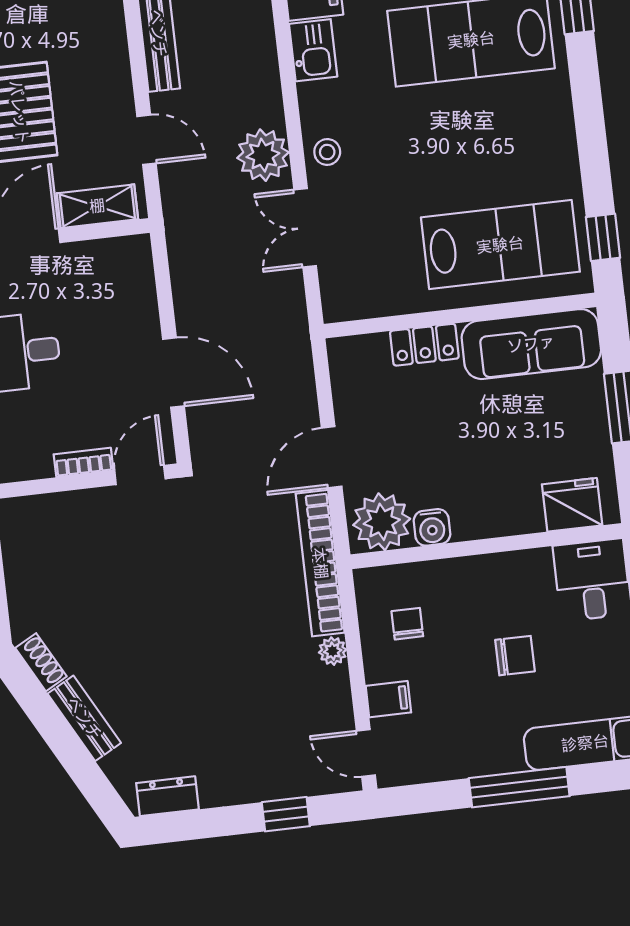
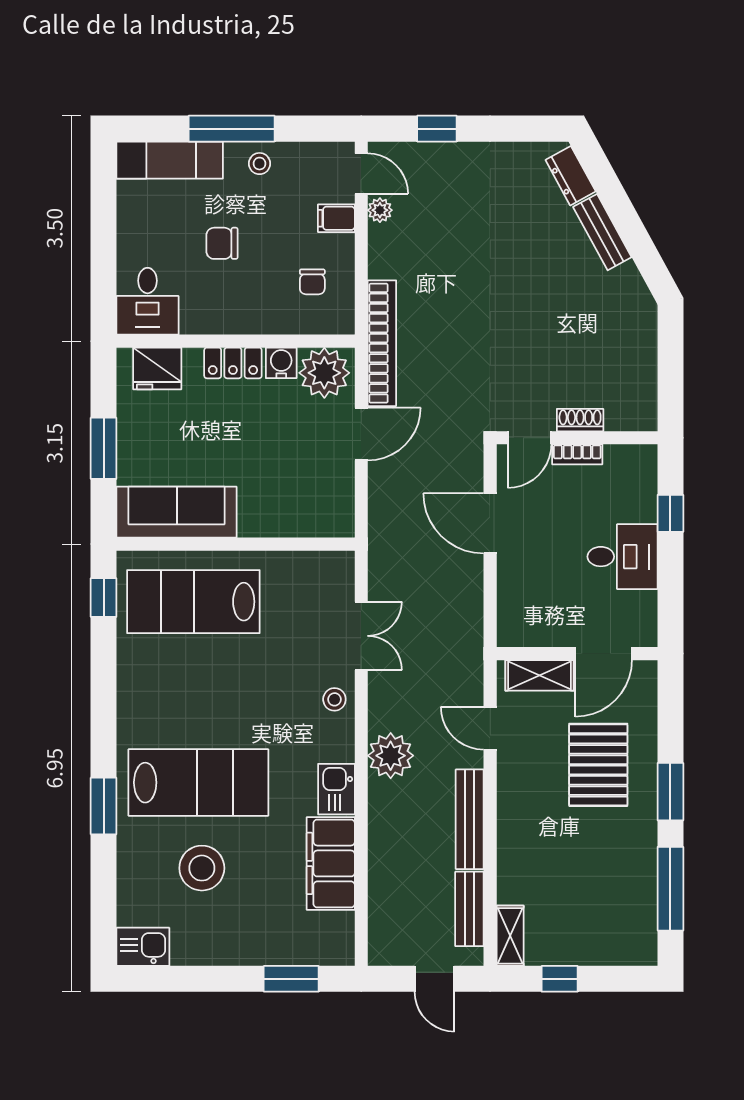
plant: (263, 155) -> (391, 756), moved
locker: (424, 345) -> (233, 363), moved, turned 180
plant: (333, 651) -> (380, 210), moved
shoe rack: (41, 662) -> (580, 420), moved, turned 119
stool: (483, 751) -> (260, 164), added
dresser: (167, 796) -> (571, 176), moved, turned 61

